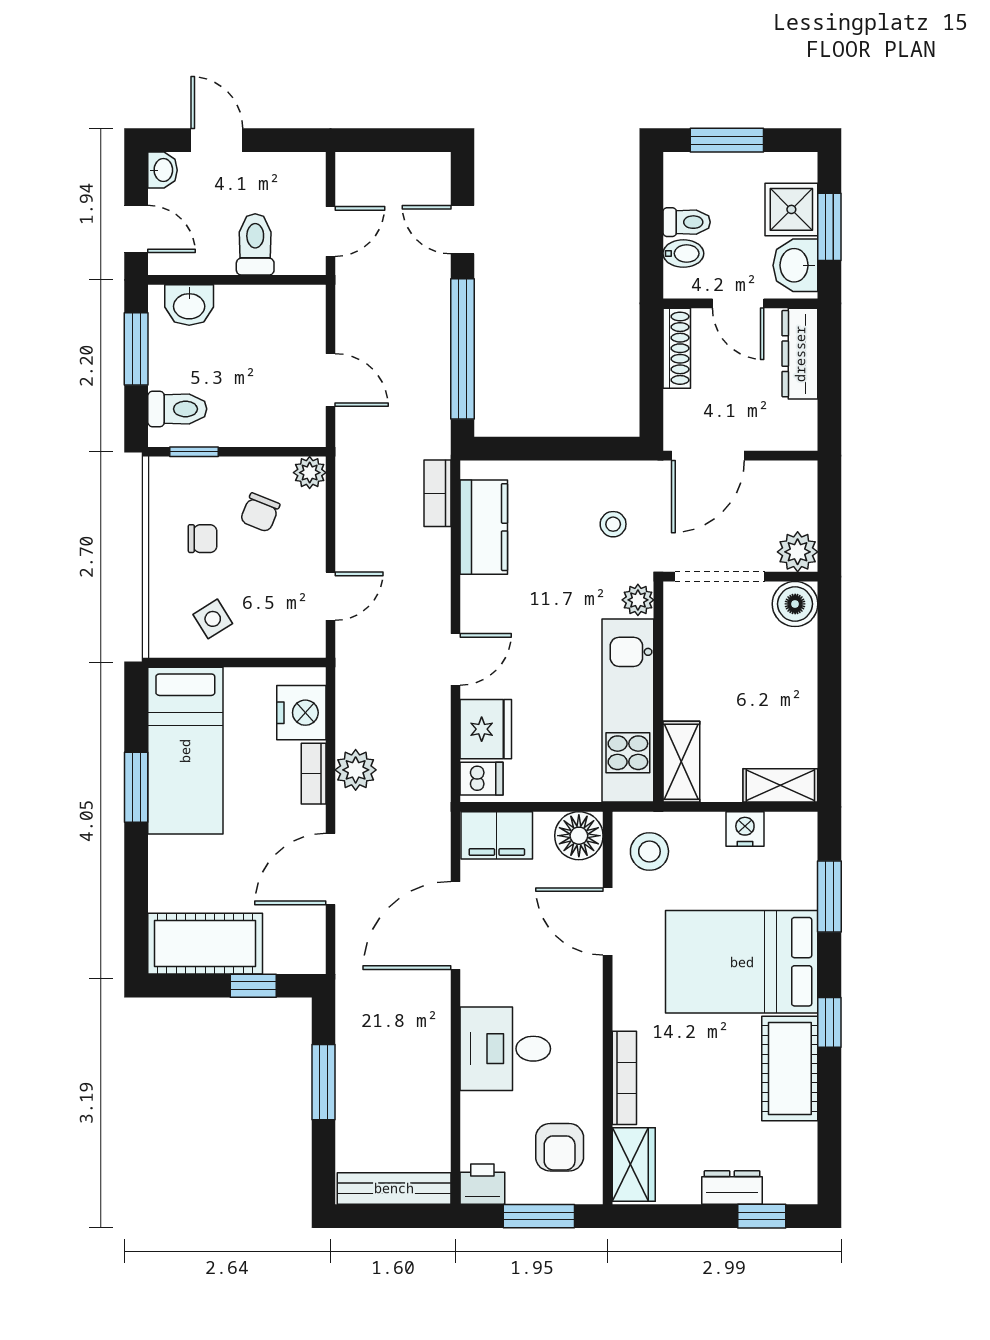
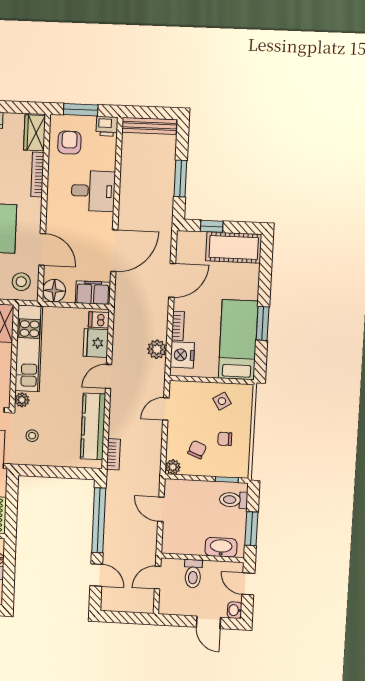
washbasin: (189, 305) -> (221, 547), width x1.38
kitchen counter: (484, 527) -> (93, 426), width x1.50
plant: (356, 770) -> (157, 349), moved

